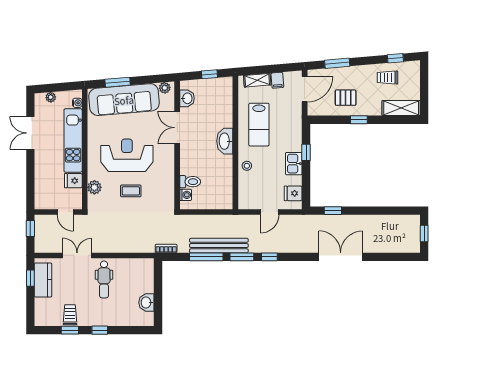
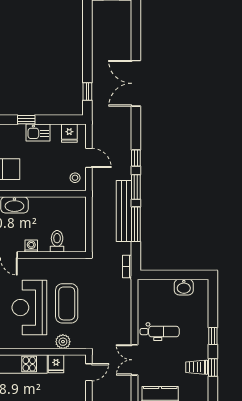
stool: (247, 166) -> (75, 178), moved
coffee table: (131, 191) -> (67, 303), width x1.86, depth x1.72
washing machine: (186, 195) -> (31, 246), moved

